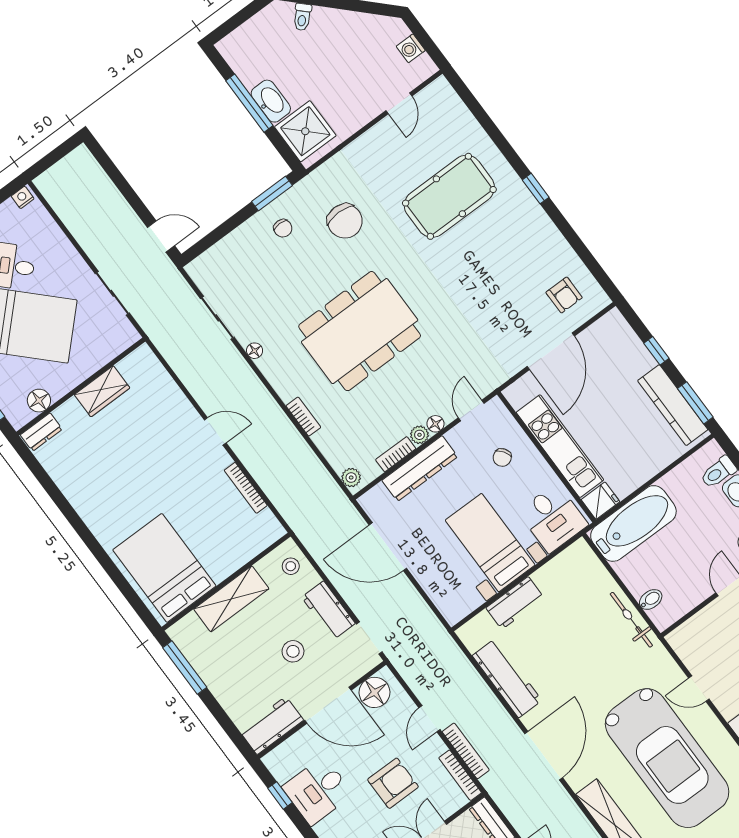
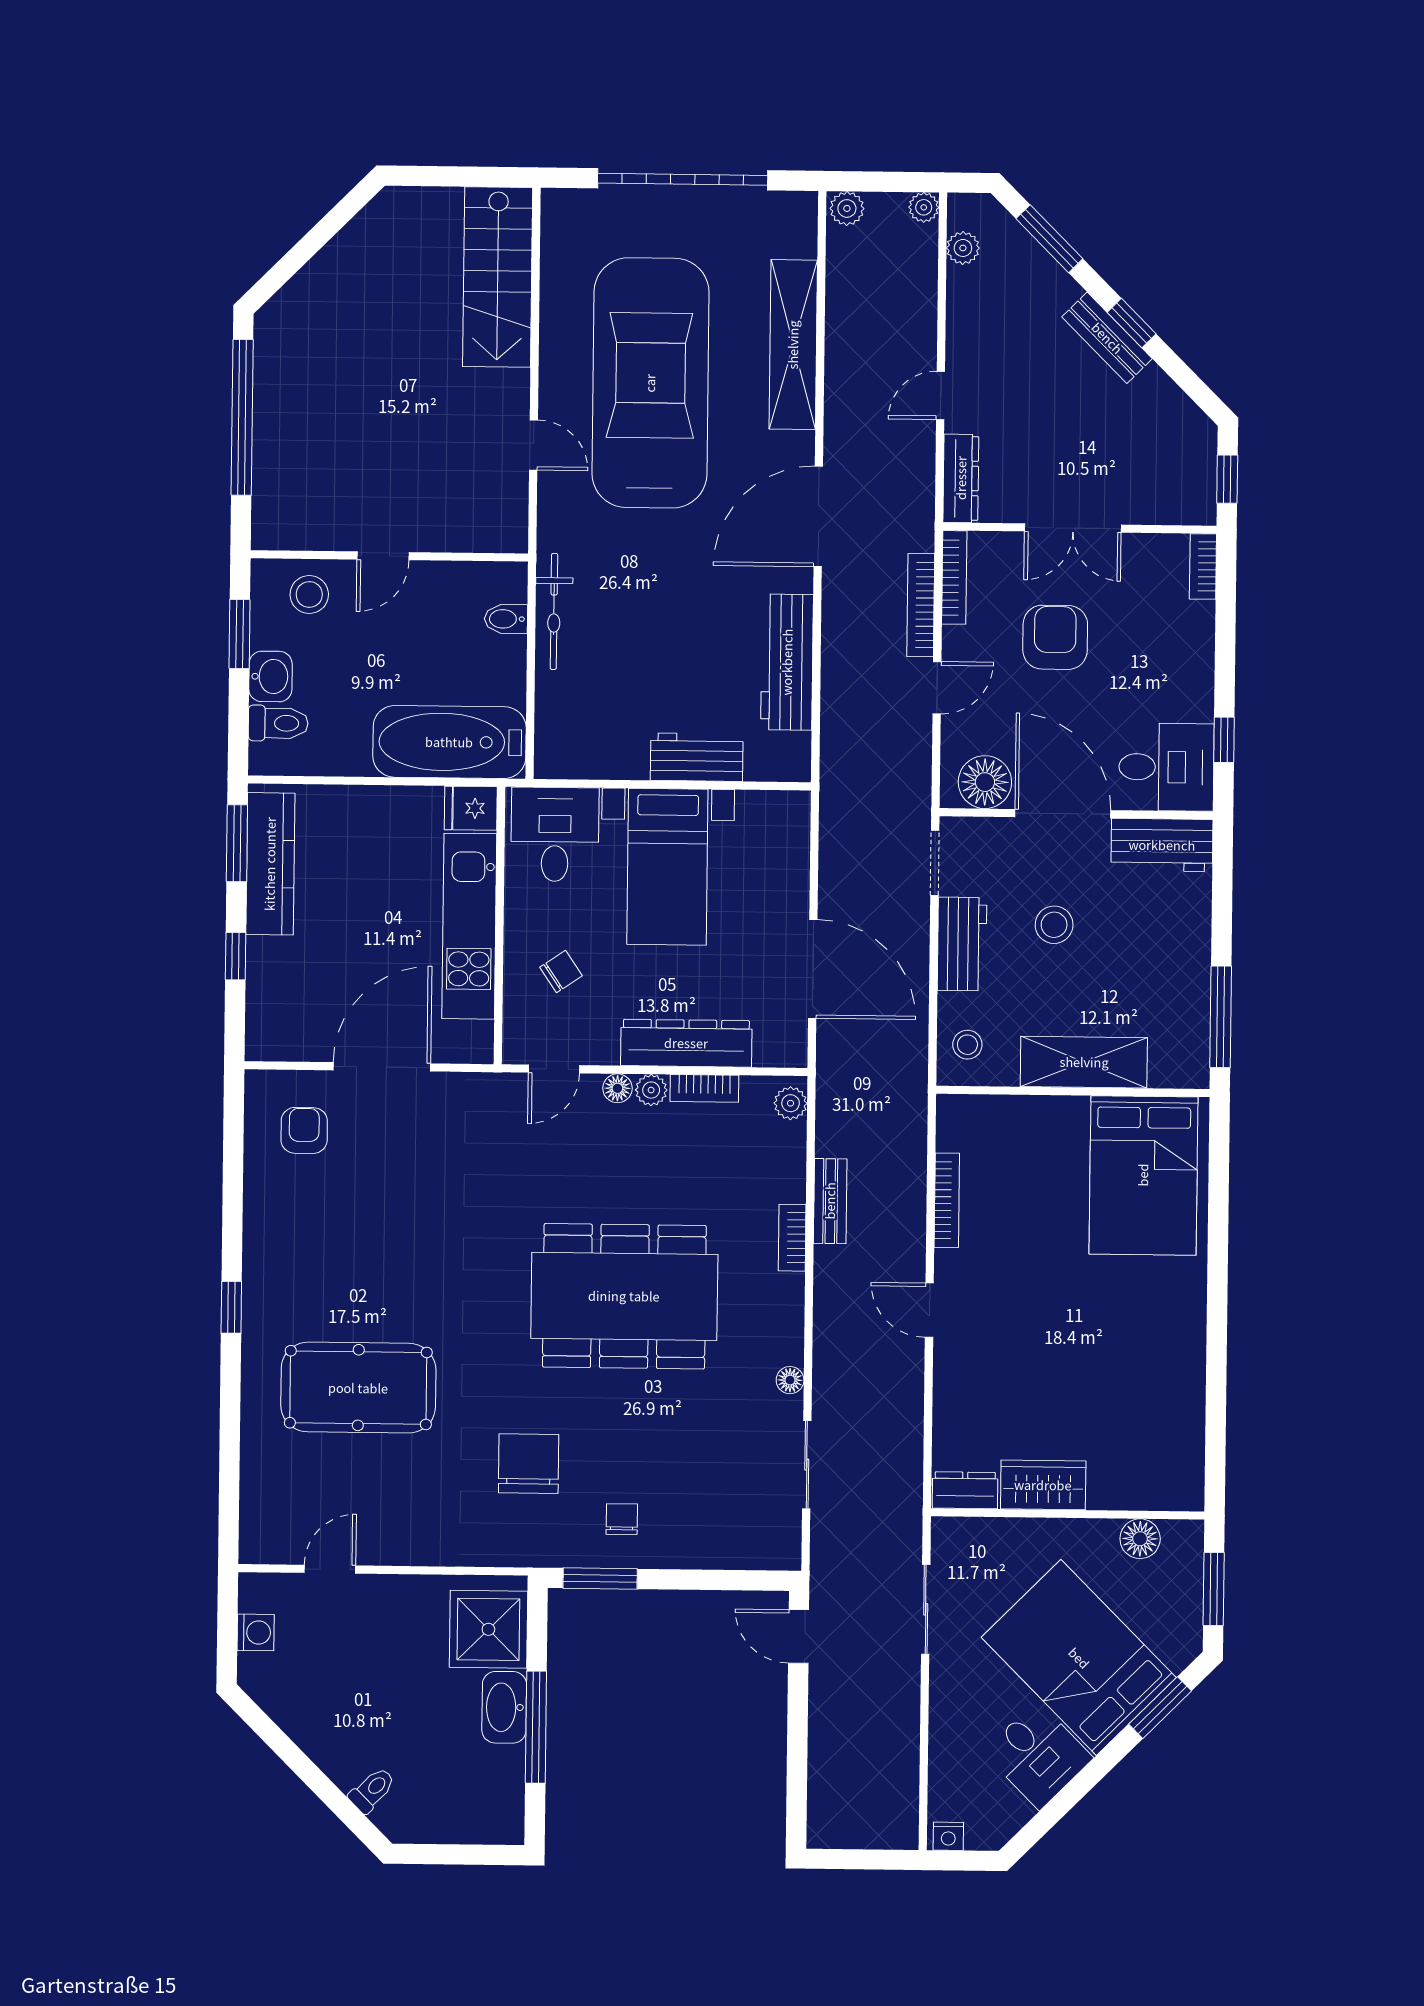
dresser: (41, 432) -> (965, 1490), moved
bench: (299, 447) -> (830, 1201), added
armchair: (393, 783) -> (1055, 637), turned 90
desk: (318, 791) -> (1166, 767), moved

